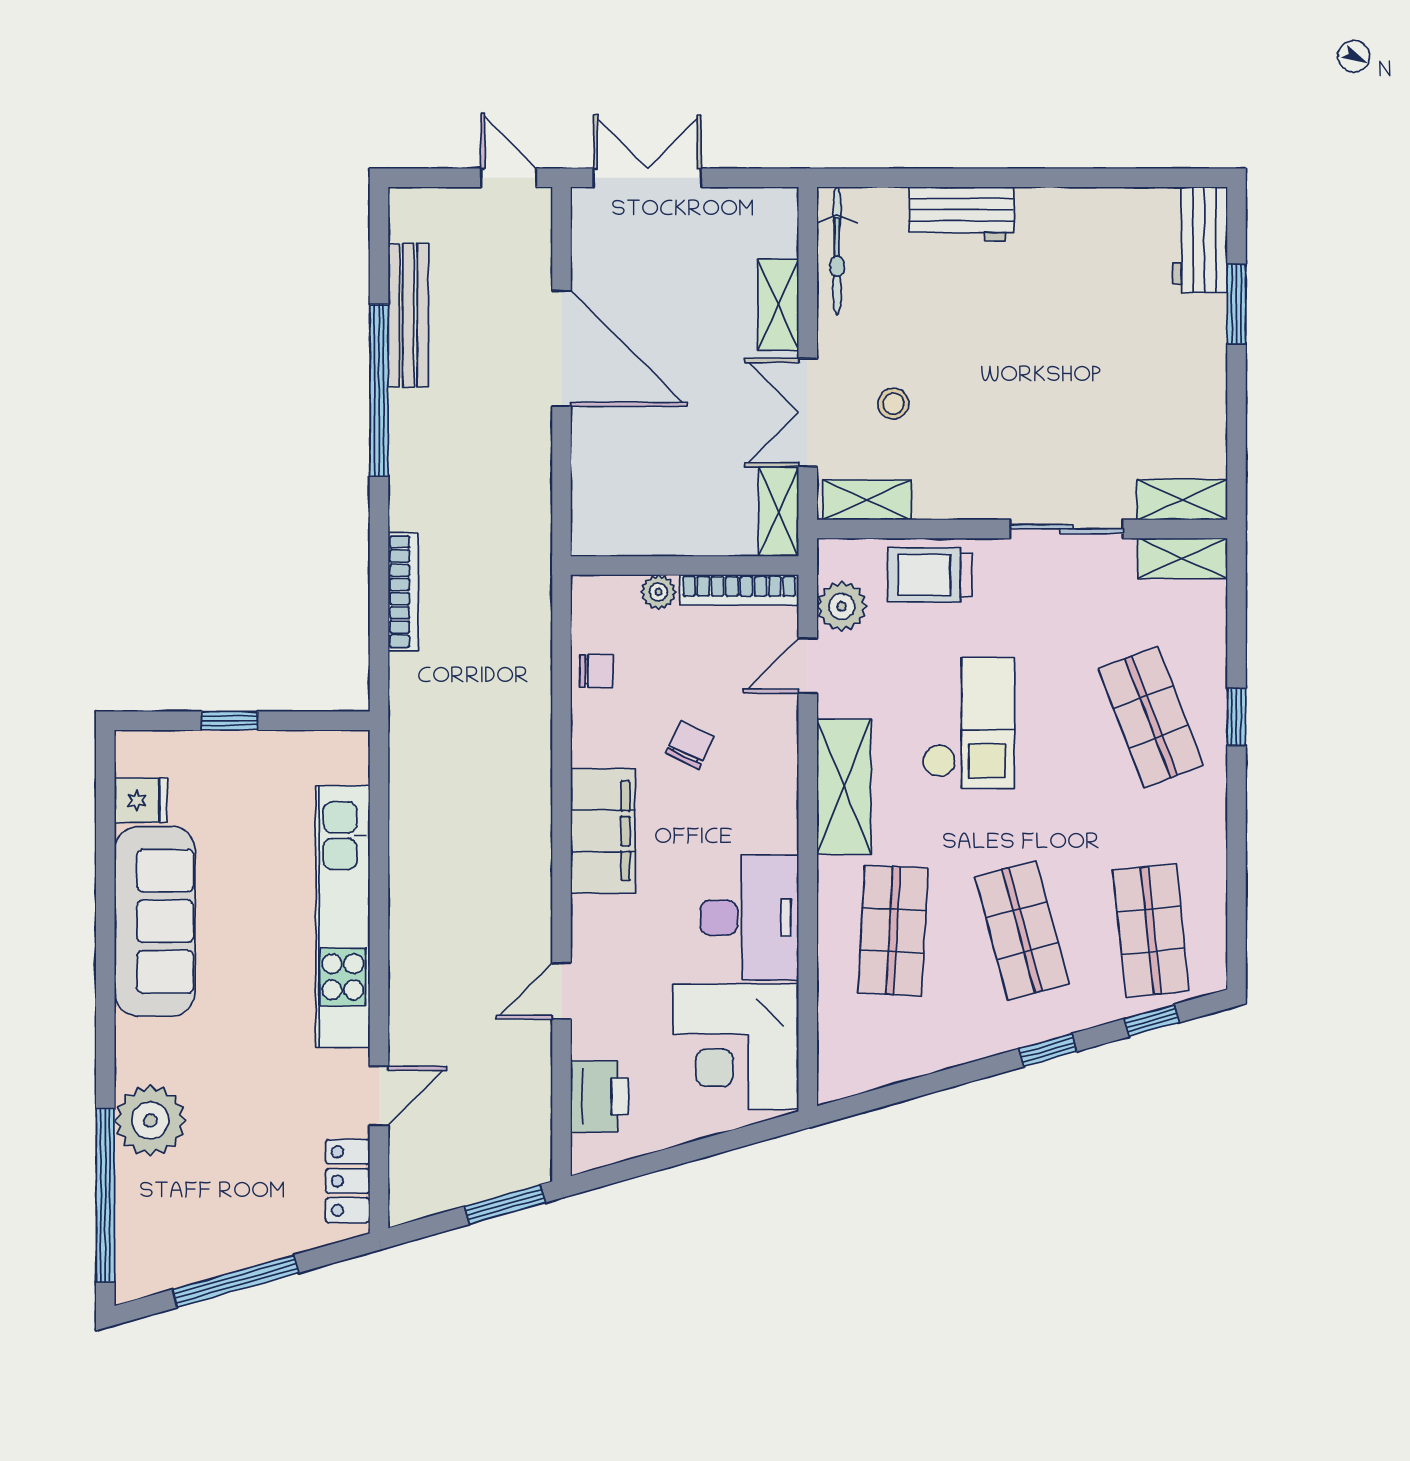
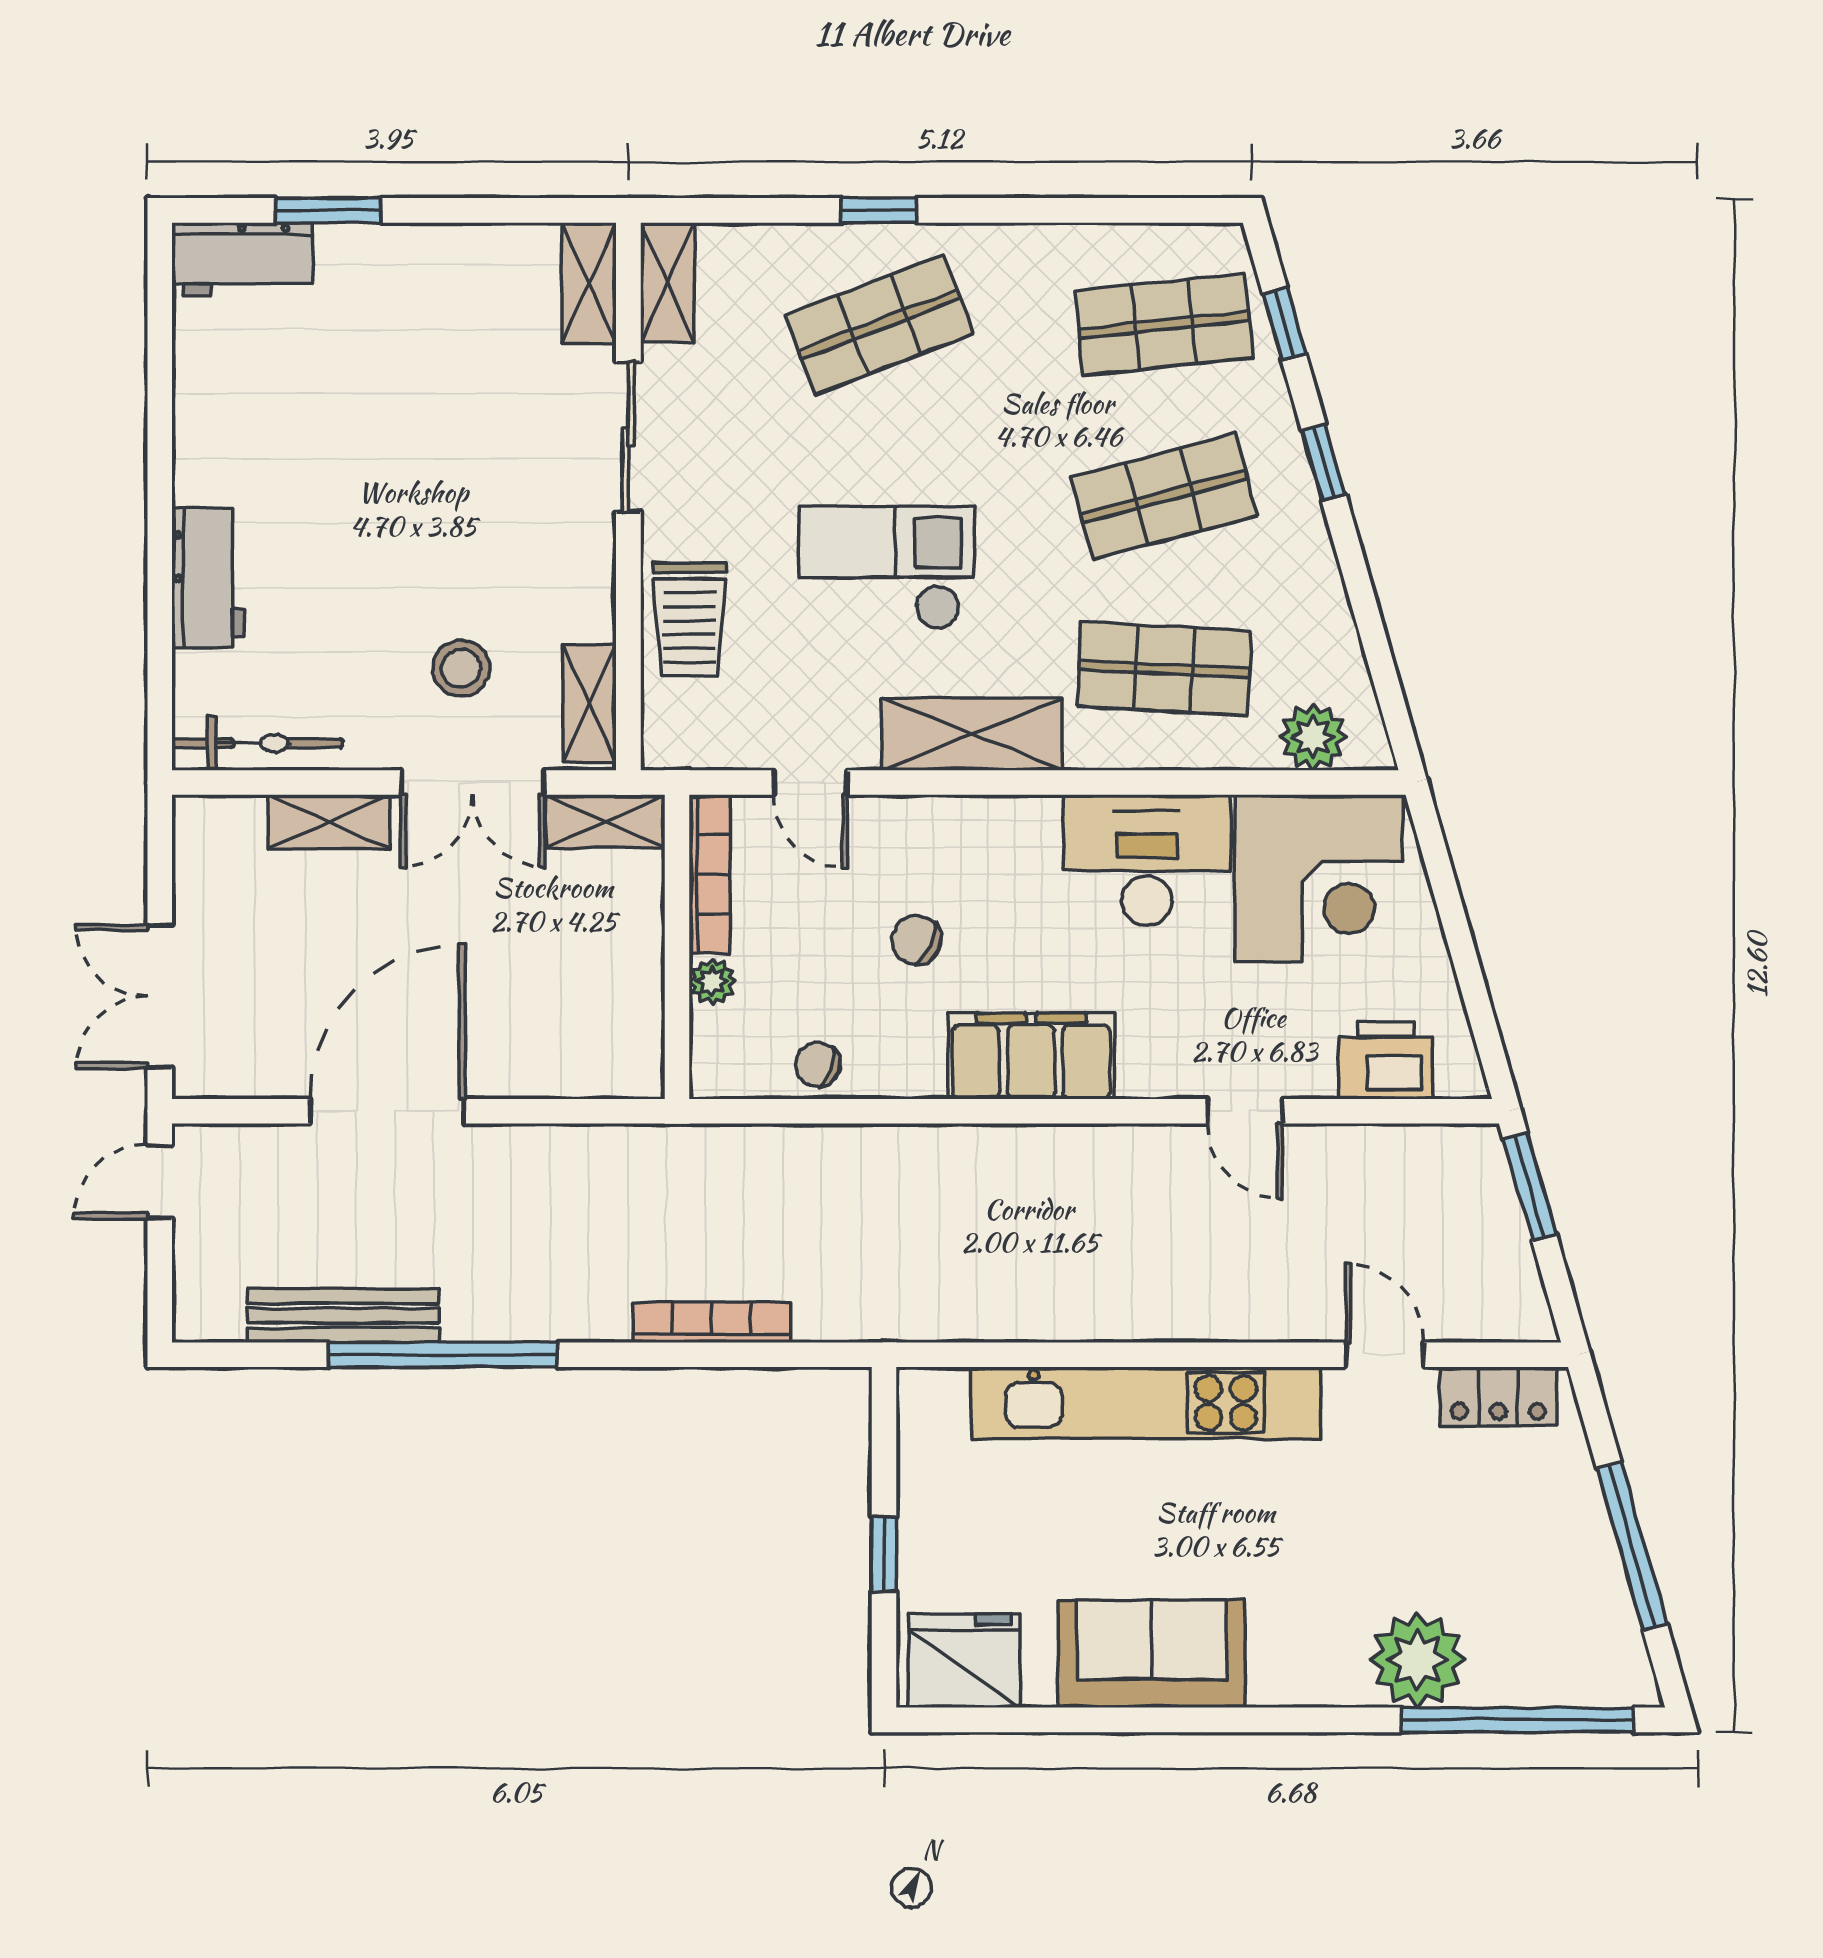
stool: (893, 404) -> (461, 668), width x1.37, depth x1.37
plant: (842, 606) -> (1313, 737), moved
chair: (596, 671) -> (818, 1065), turned -70
fridge: (141, 800) -> (964, 1661), width x1.88, depth x1.34
sofa: (155, 921) -> (1152, 1654), width x0.73

